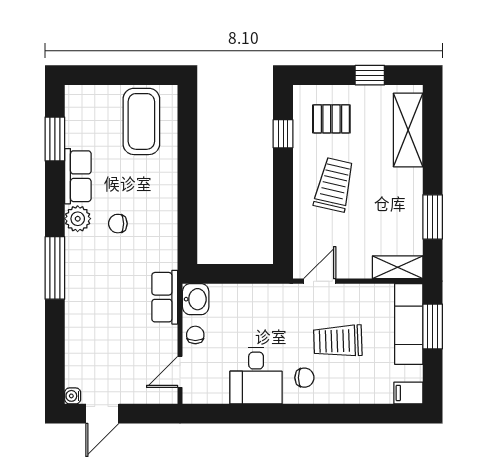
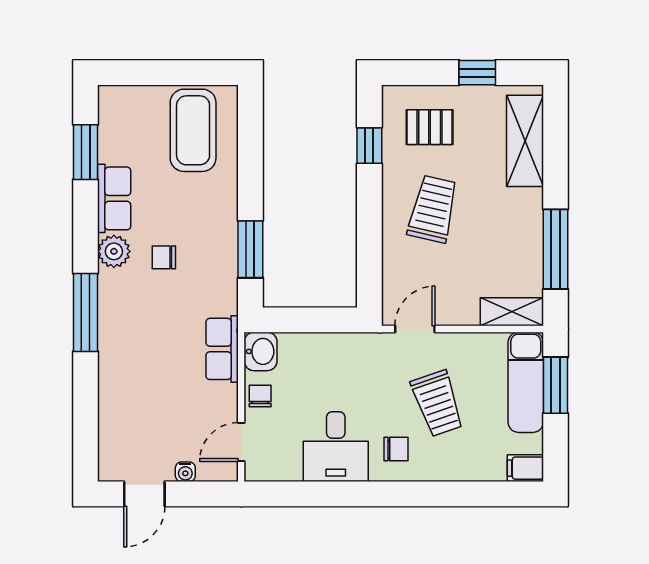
window: (187, 217) -> (250, 249), added
window: (433, 217) -> (556, 249), width x1.44
trolley: (338, 341) -> (437, 403), turned -107
water cooler: (73, 396) -> (185, 472), moved, turned -90

